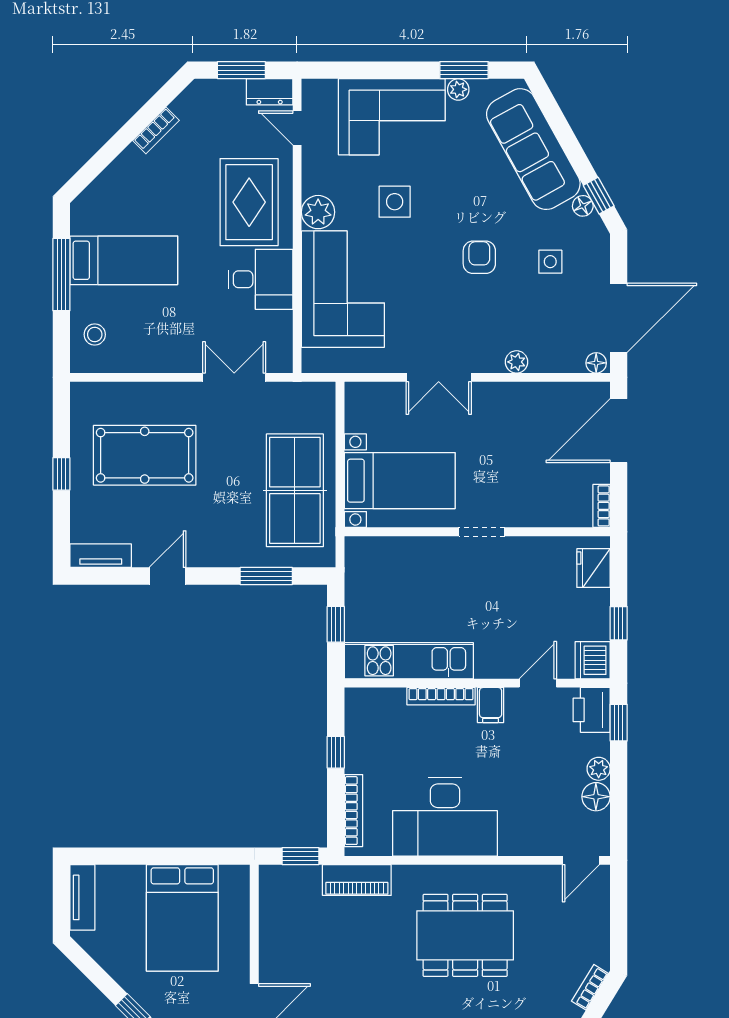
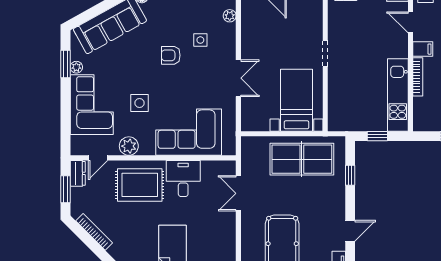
bookcase: (156, 130) -> (94, 232), width x1.56
plant: (318, 212) -> (129, 146), moved
side table: (550, 262) -> (200, 40), moved
plant: (517, 362) -> (230, 16), moved
door: (168, 576) -> (350, 231), swing flipped
window: (266, 576) -> (350, 175), width x0.67

